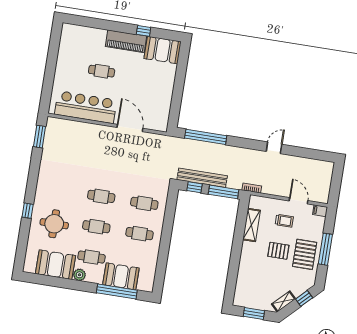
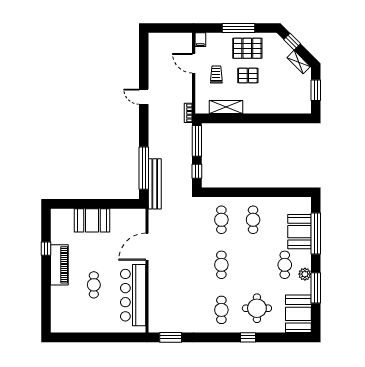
booth: (163, 50) -> (92, 220), moved, turned 90
bench: (202, 178) -> (155, 184), moved
door: (298, 201) -> (194, 63), hinge flipped
cafe table: (96, 227) -> (221, 310), moved
pallet: (278, 251) -> (248, 76), turned 90
booth: (55, 265) -> (298, 314), moved
window: (65, 283) -> (316, 288), added

